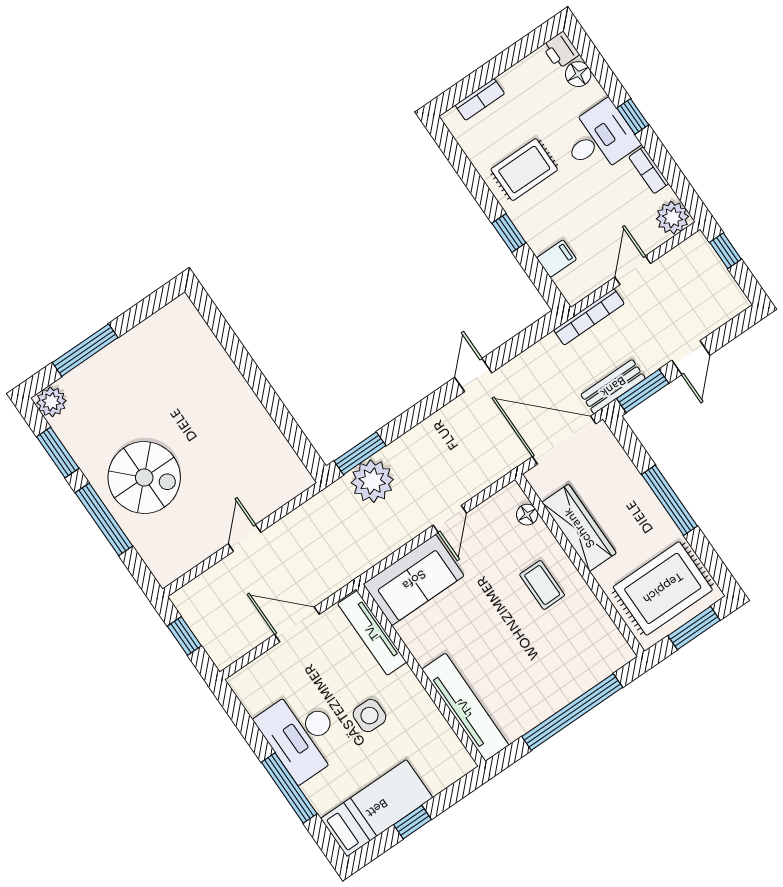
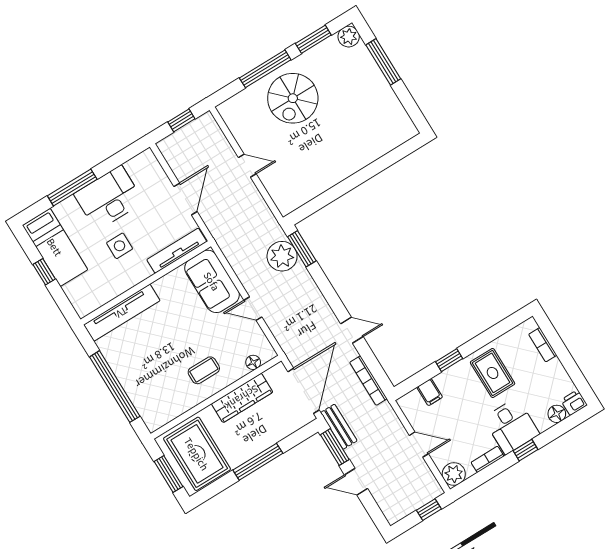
bookcase: (589, 317) -> (368, 381), moved

